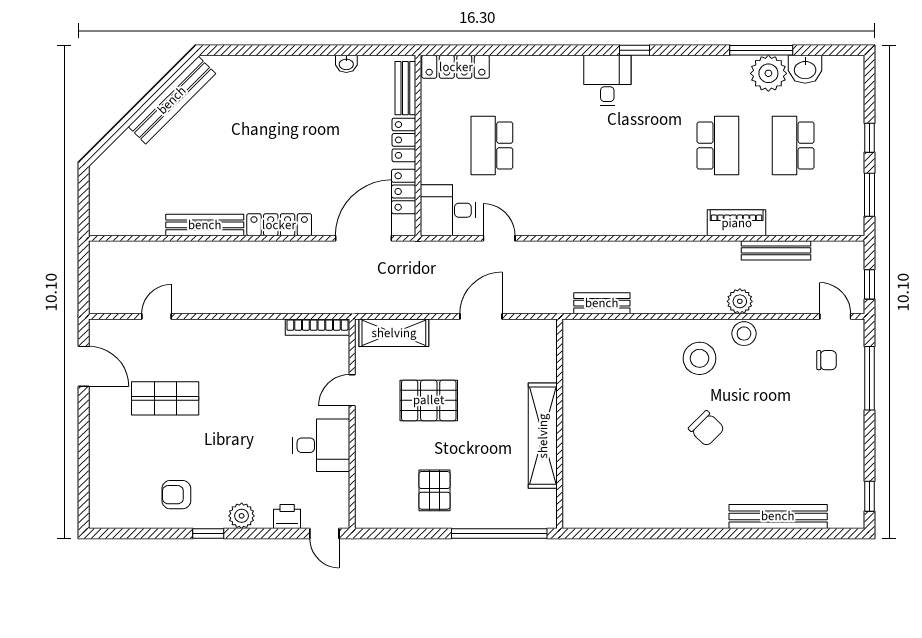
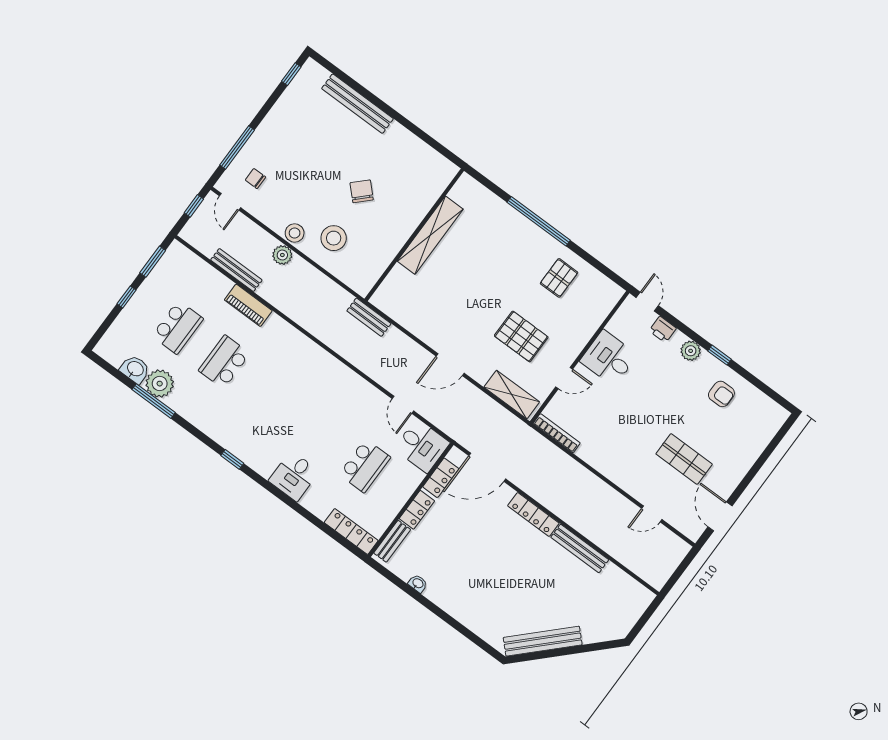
desk: (607, 80) -> (294, 476), moved
wall: (560, 424) -> (414, 235), moved
shelving: (543, 436) -> (430, 235), moved

